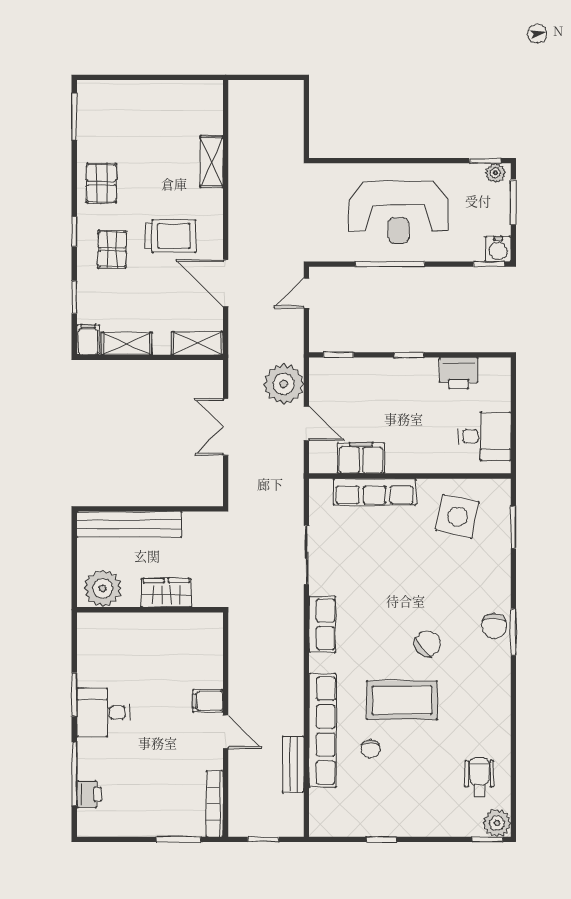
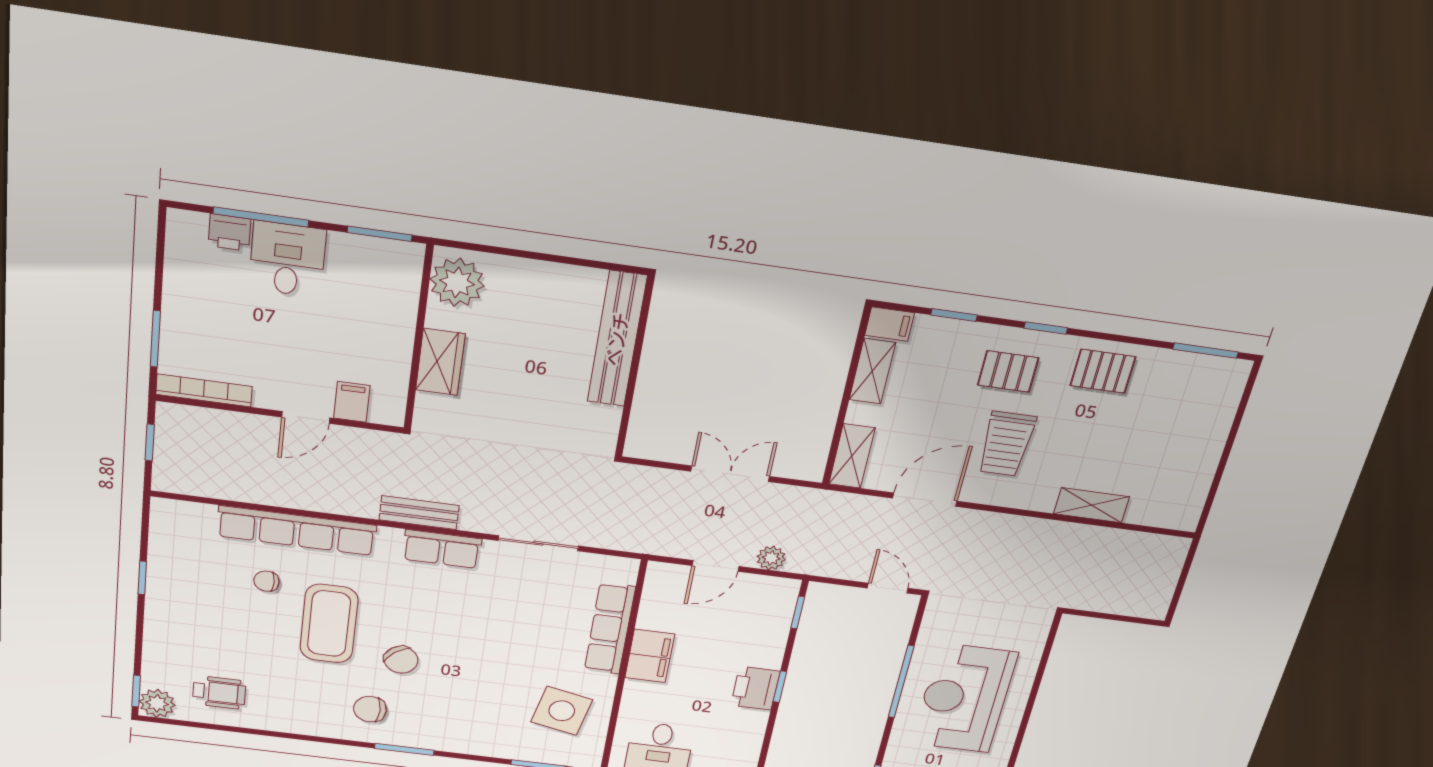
printer: (459, 373) -> (755, 688), moved
plant: (284, 384) -> (771, 558), width x0.53, depth x0.53
filing cabinet: (361, 458) -> (650, 656), moved
plant: (103, 588) -> (457, 282), moved
wardrobe: (166, 593) -> (440, 362), moved
wall: (150, 610) -> (418, 338), moved
chair: (494, 626) -> (370, 709), moved
desk: (103, 712) -> (287, 259), moved
bench: (293, 764) -> (419, 513), moved

